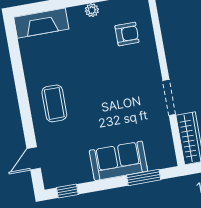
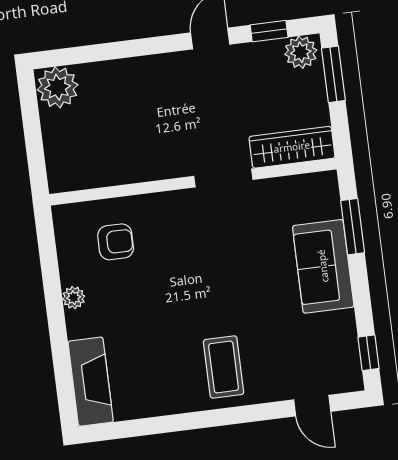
armchair: (127, 34) -> (116, 242), turned 90
coffee table: (54, 103) -> (224, 367), turned 90

